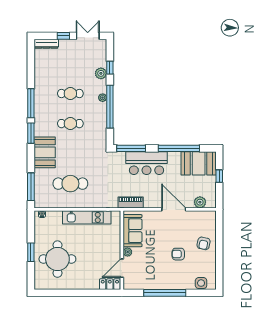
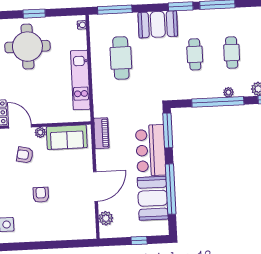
booth: (199, 163) -> (153, 198), moved
armchair: (204, 243) -> (25, 155), moved

